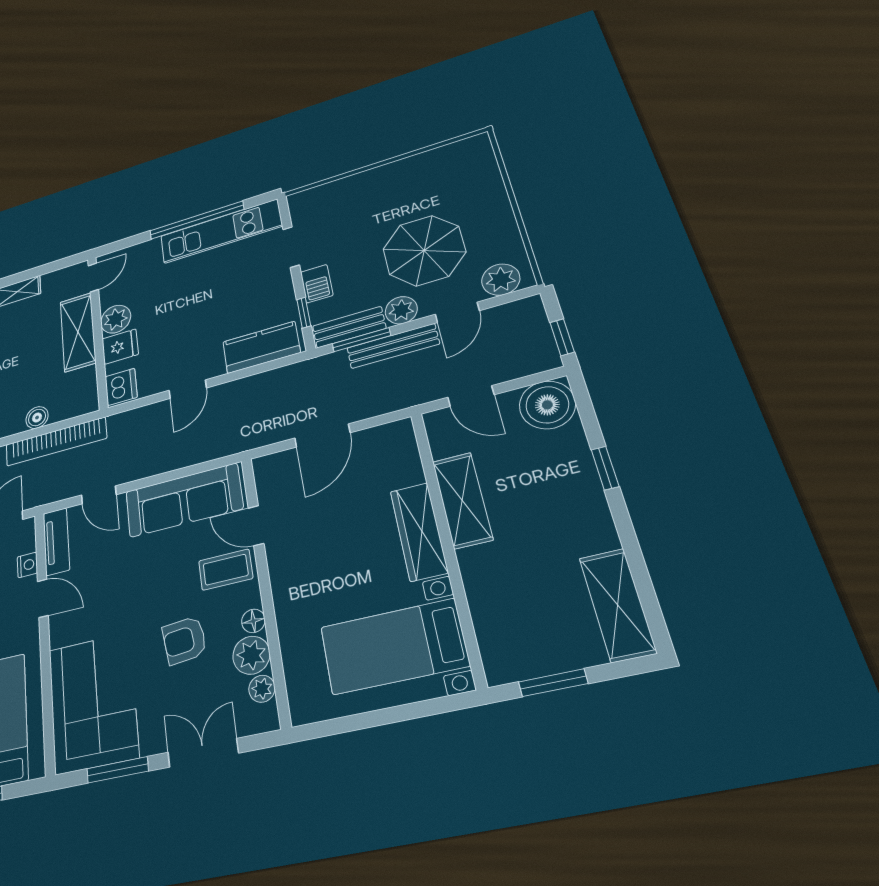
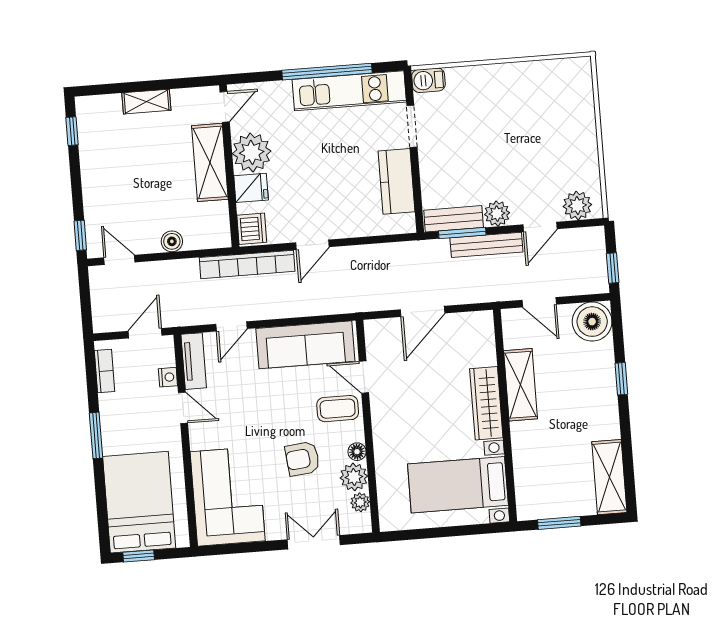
parasol: (424, 250) -> (522, 161), removed
barbecue: (317, 284) -> (428, 80), moved, turned 90
window: (304, 313) -> (417, 195), removed
plant: (116, 319) -> (252, 152), width x1.36, depth x1.36
kitchen counter: (261, 347) -> (397, 181), moved, turned -90
bookcase: (56, 442) -> (247, 264), moved
door: (99, 495) -> (231, 326), hinge flipped
window: (118, 770) -> (248, 547), removed

